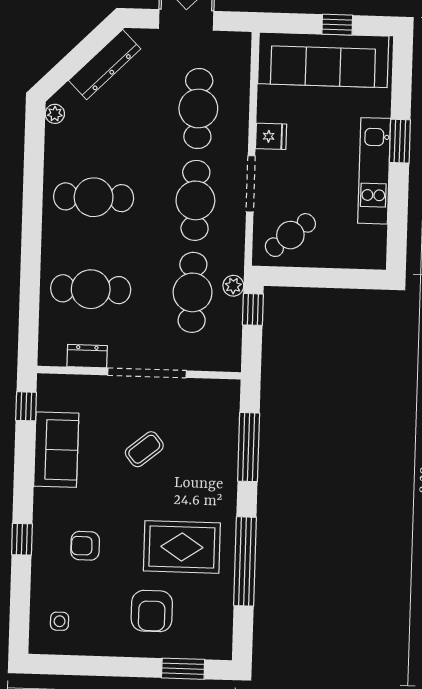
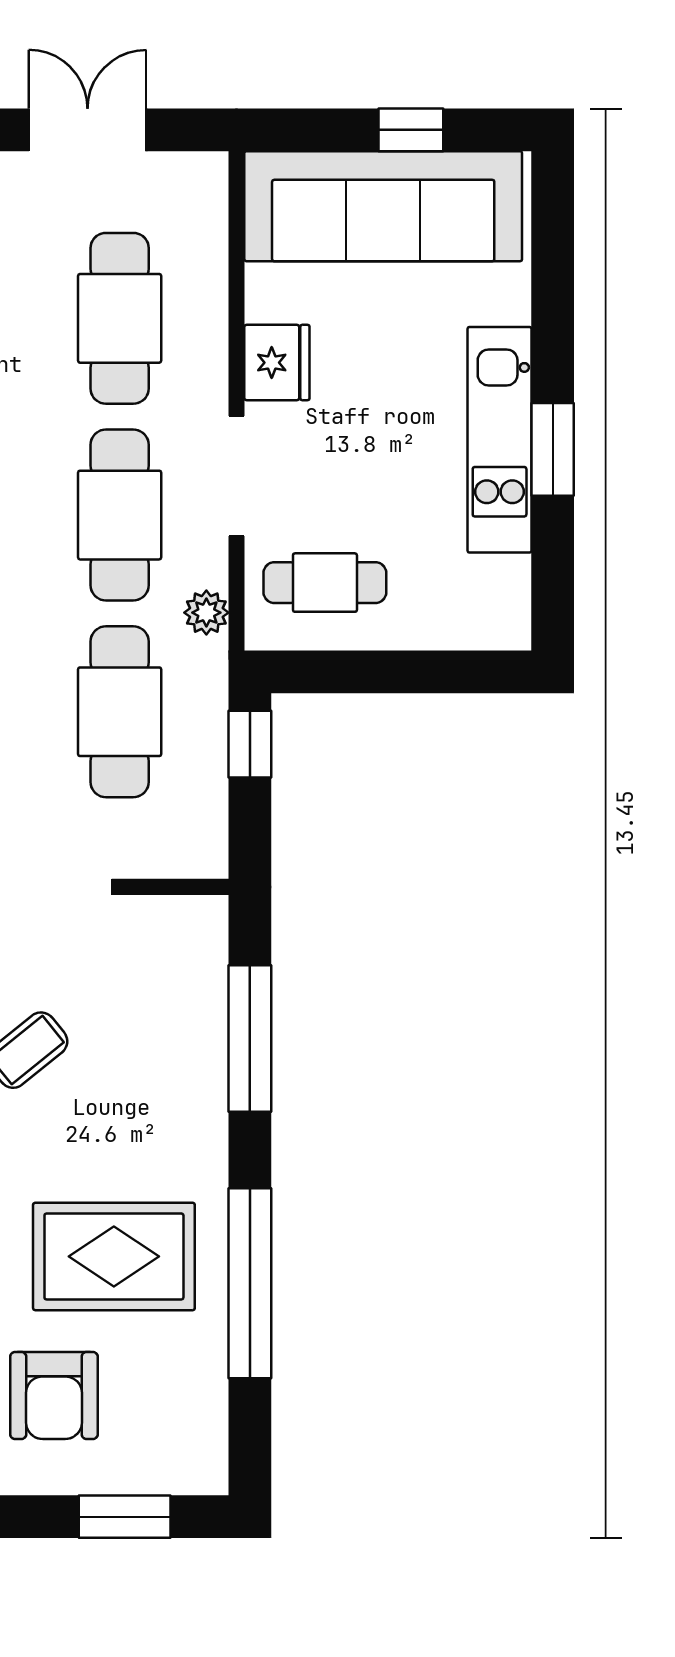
fridge: (271, 136) -> (277, 363), width x1.38
window: (400, 141) -> (553, 449), moved
cafe table: (290, 235) -> (325, 583), turned 39
plant: (233, 286) -> (206, 613), moved

